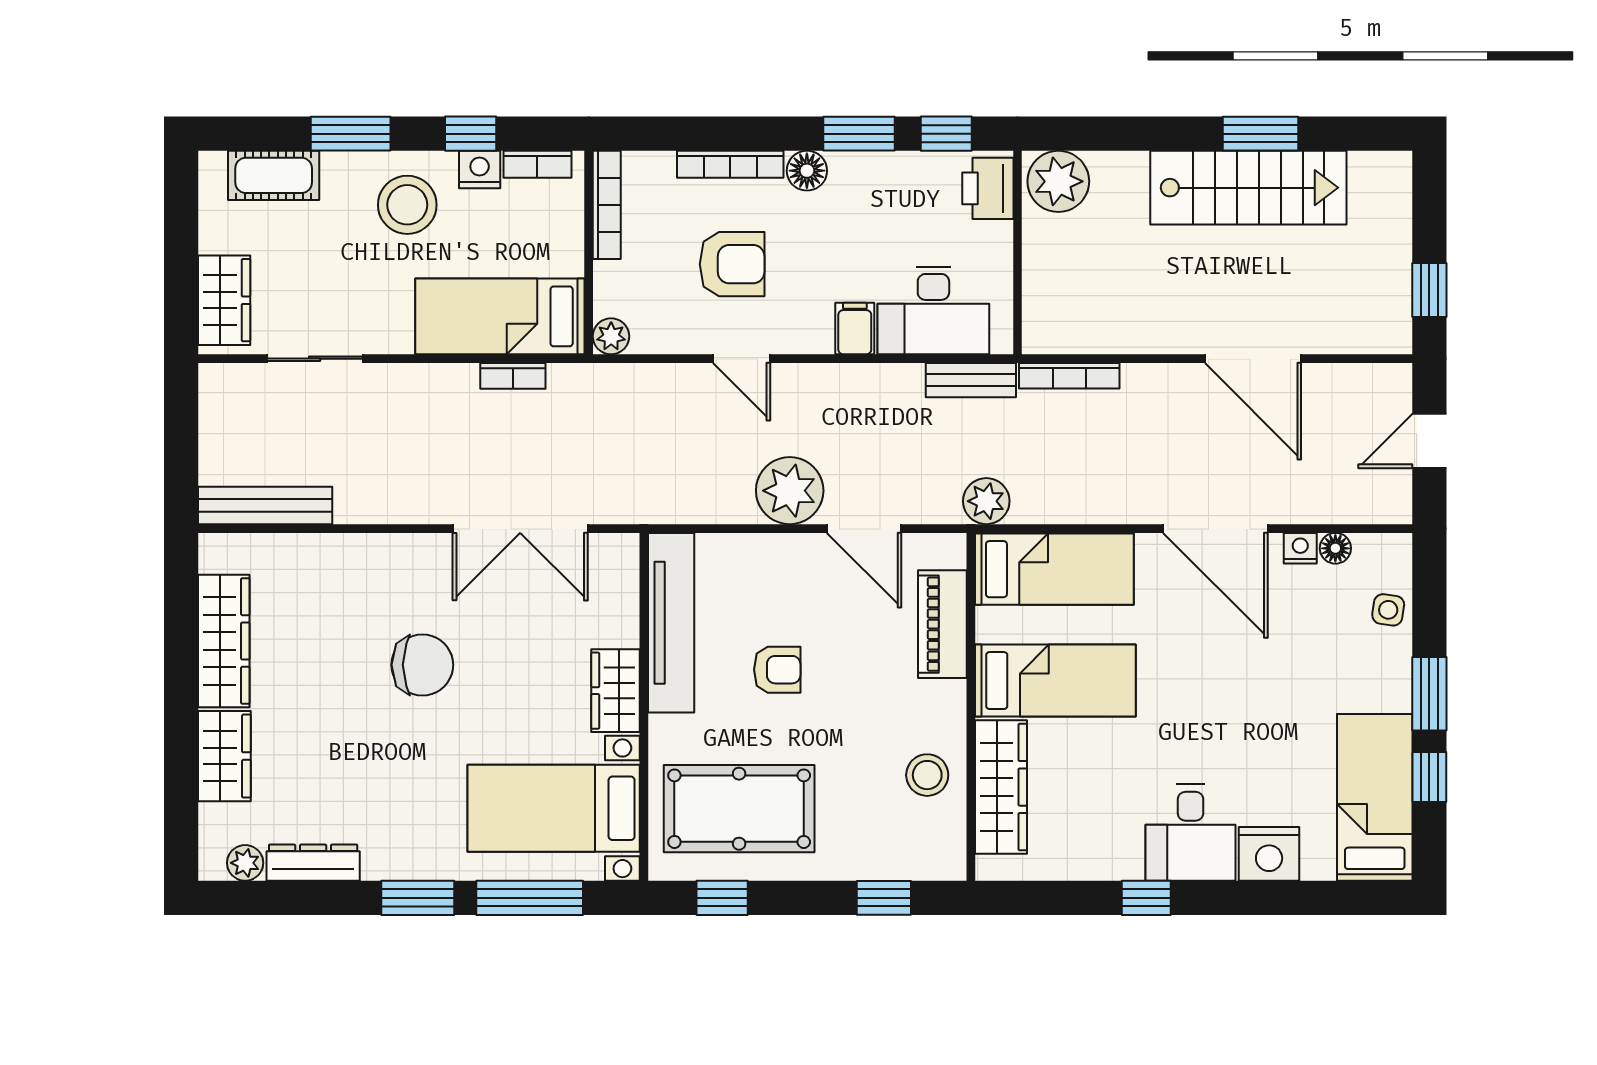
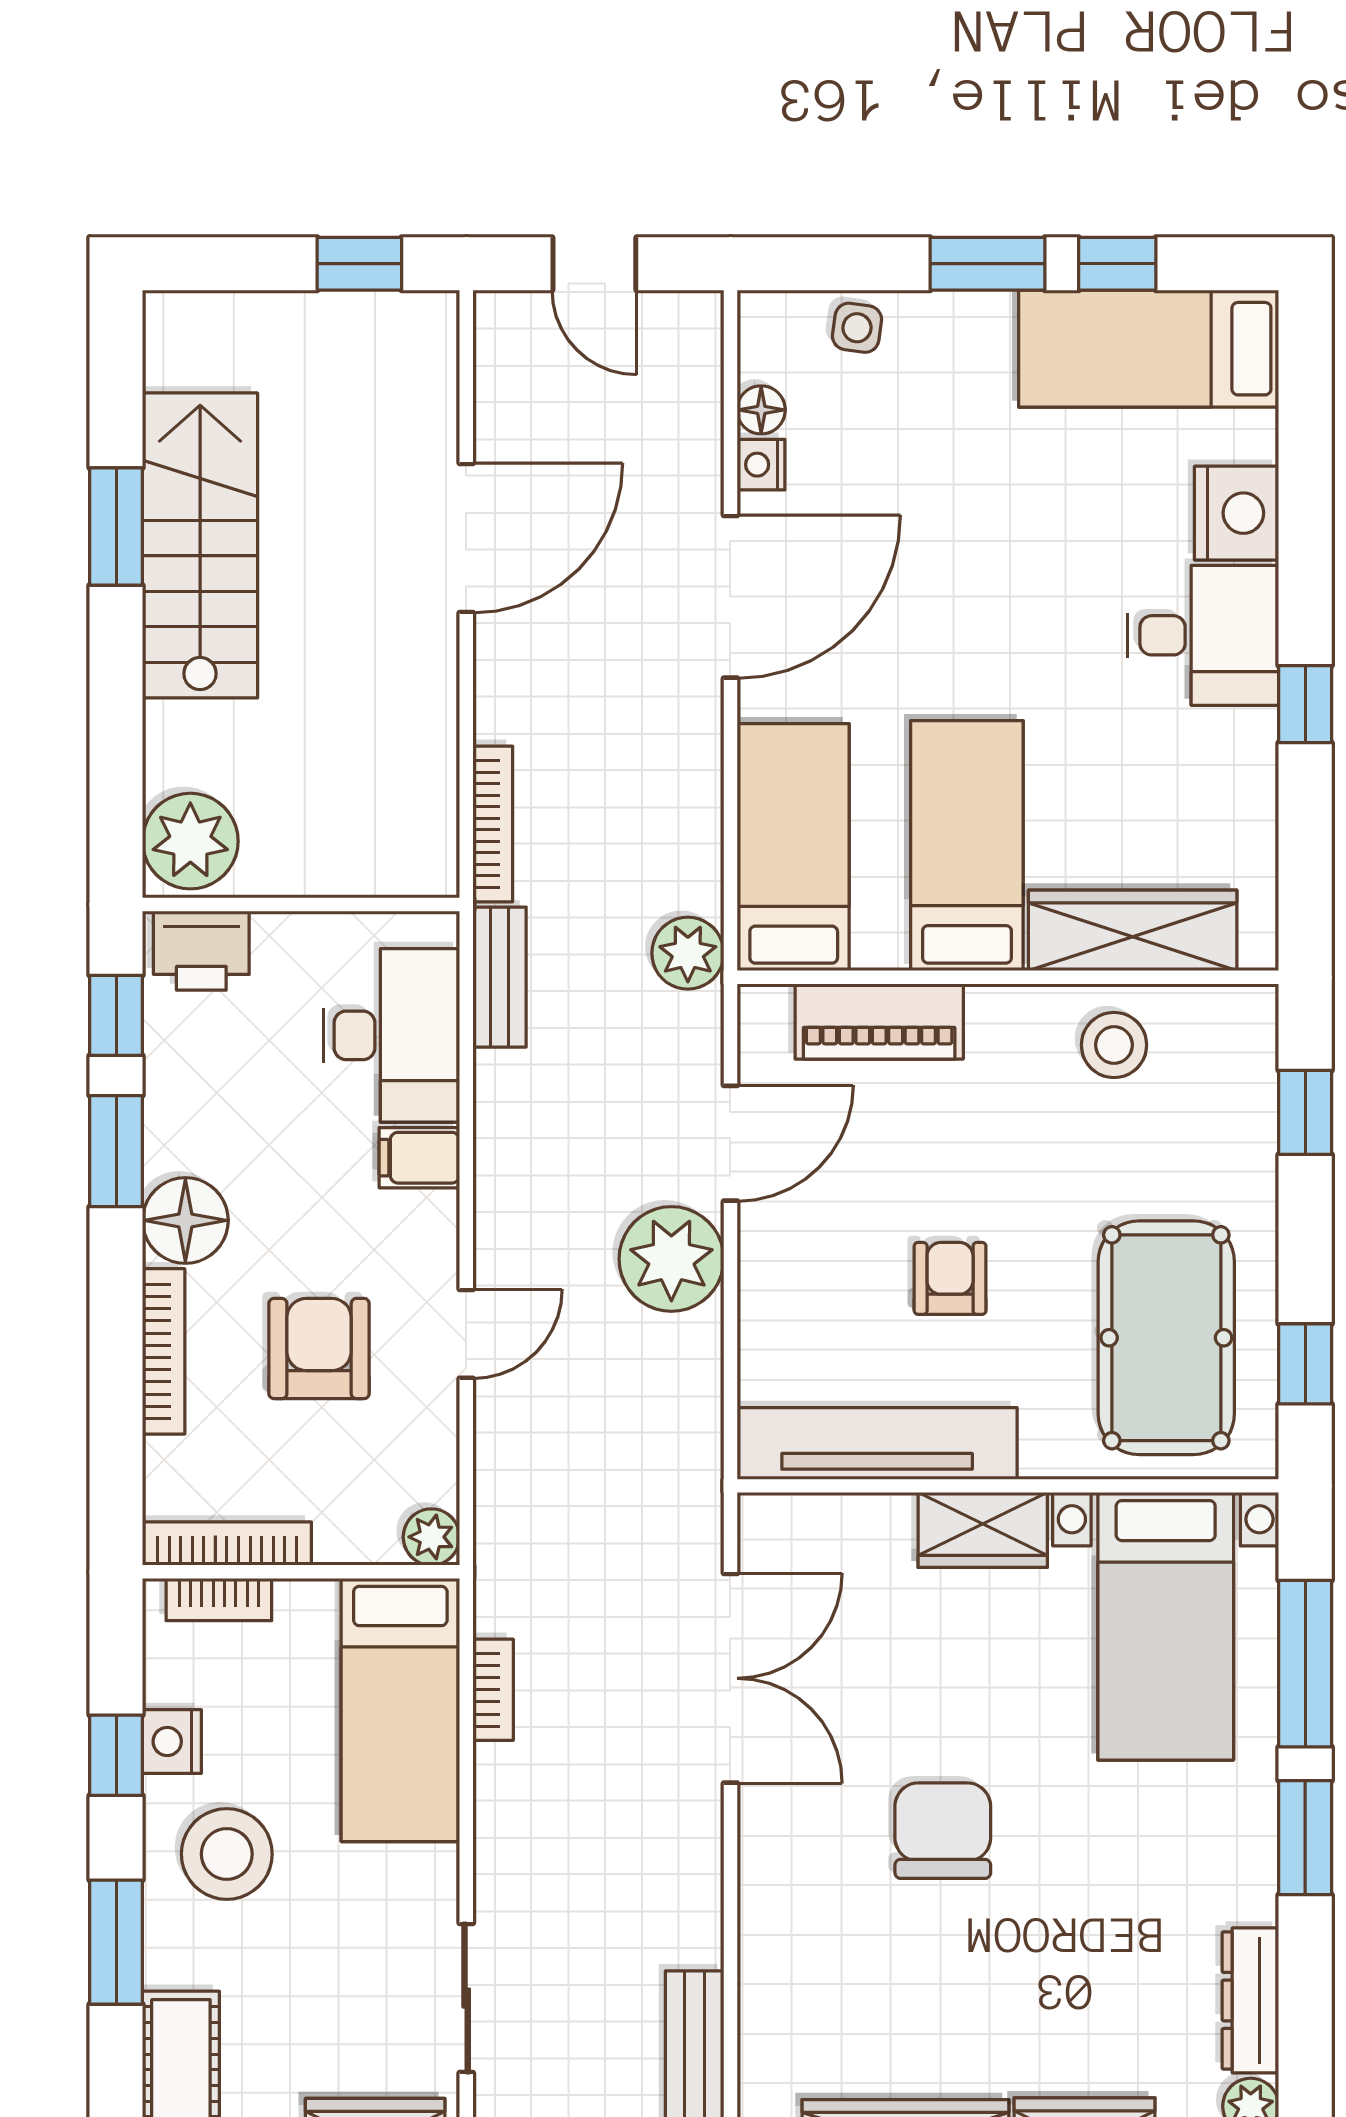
bookcase: (537, 164) -> (219, 1599), moved, turned 90
floor lamp: (807, 171) -> (185, 1220), width x1.38, depth x1.38

